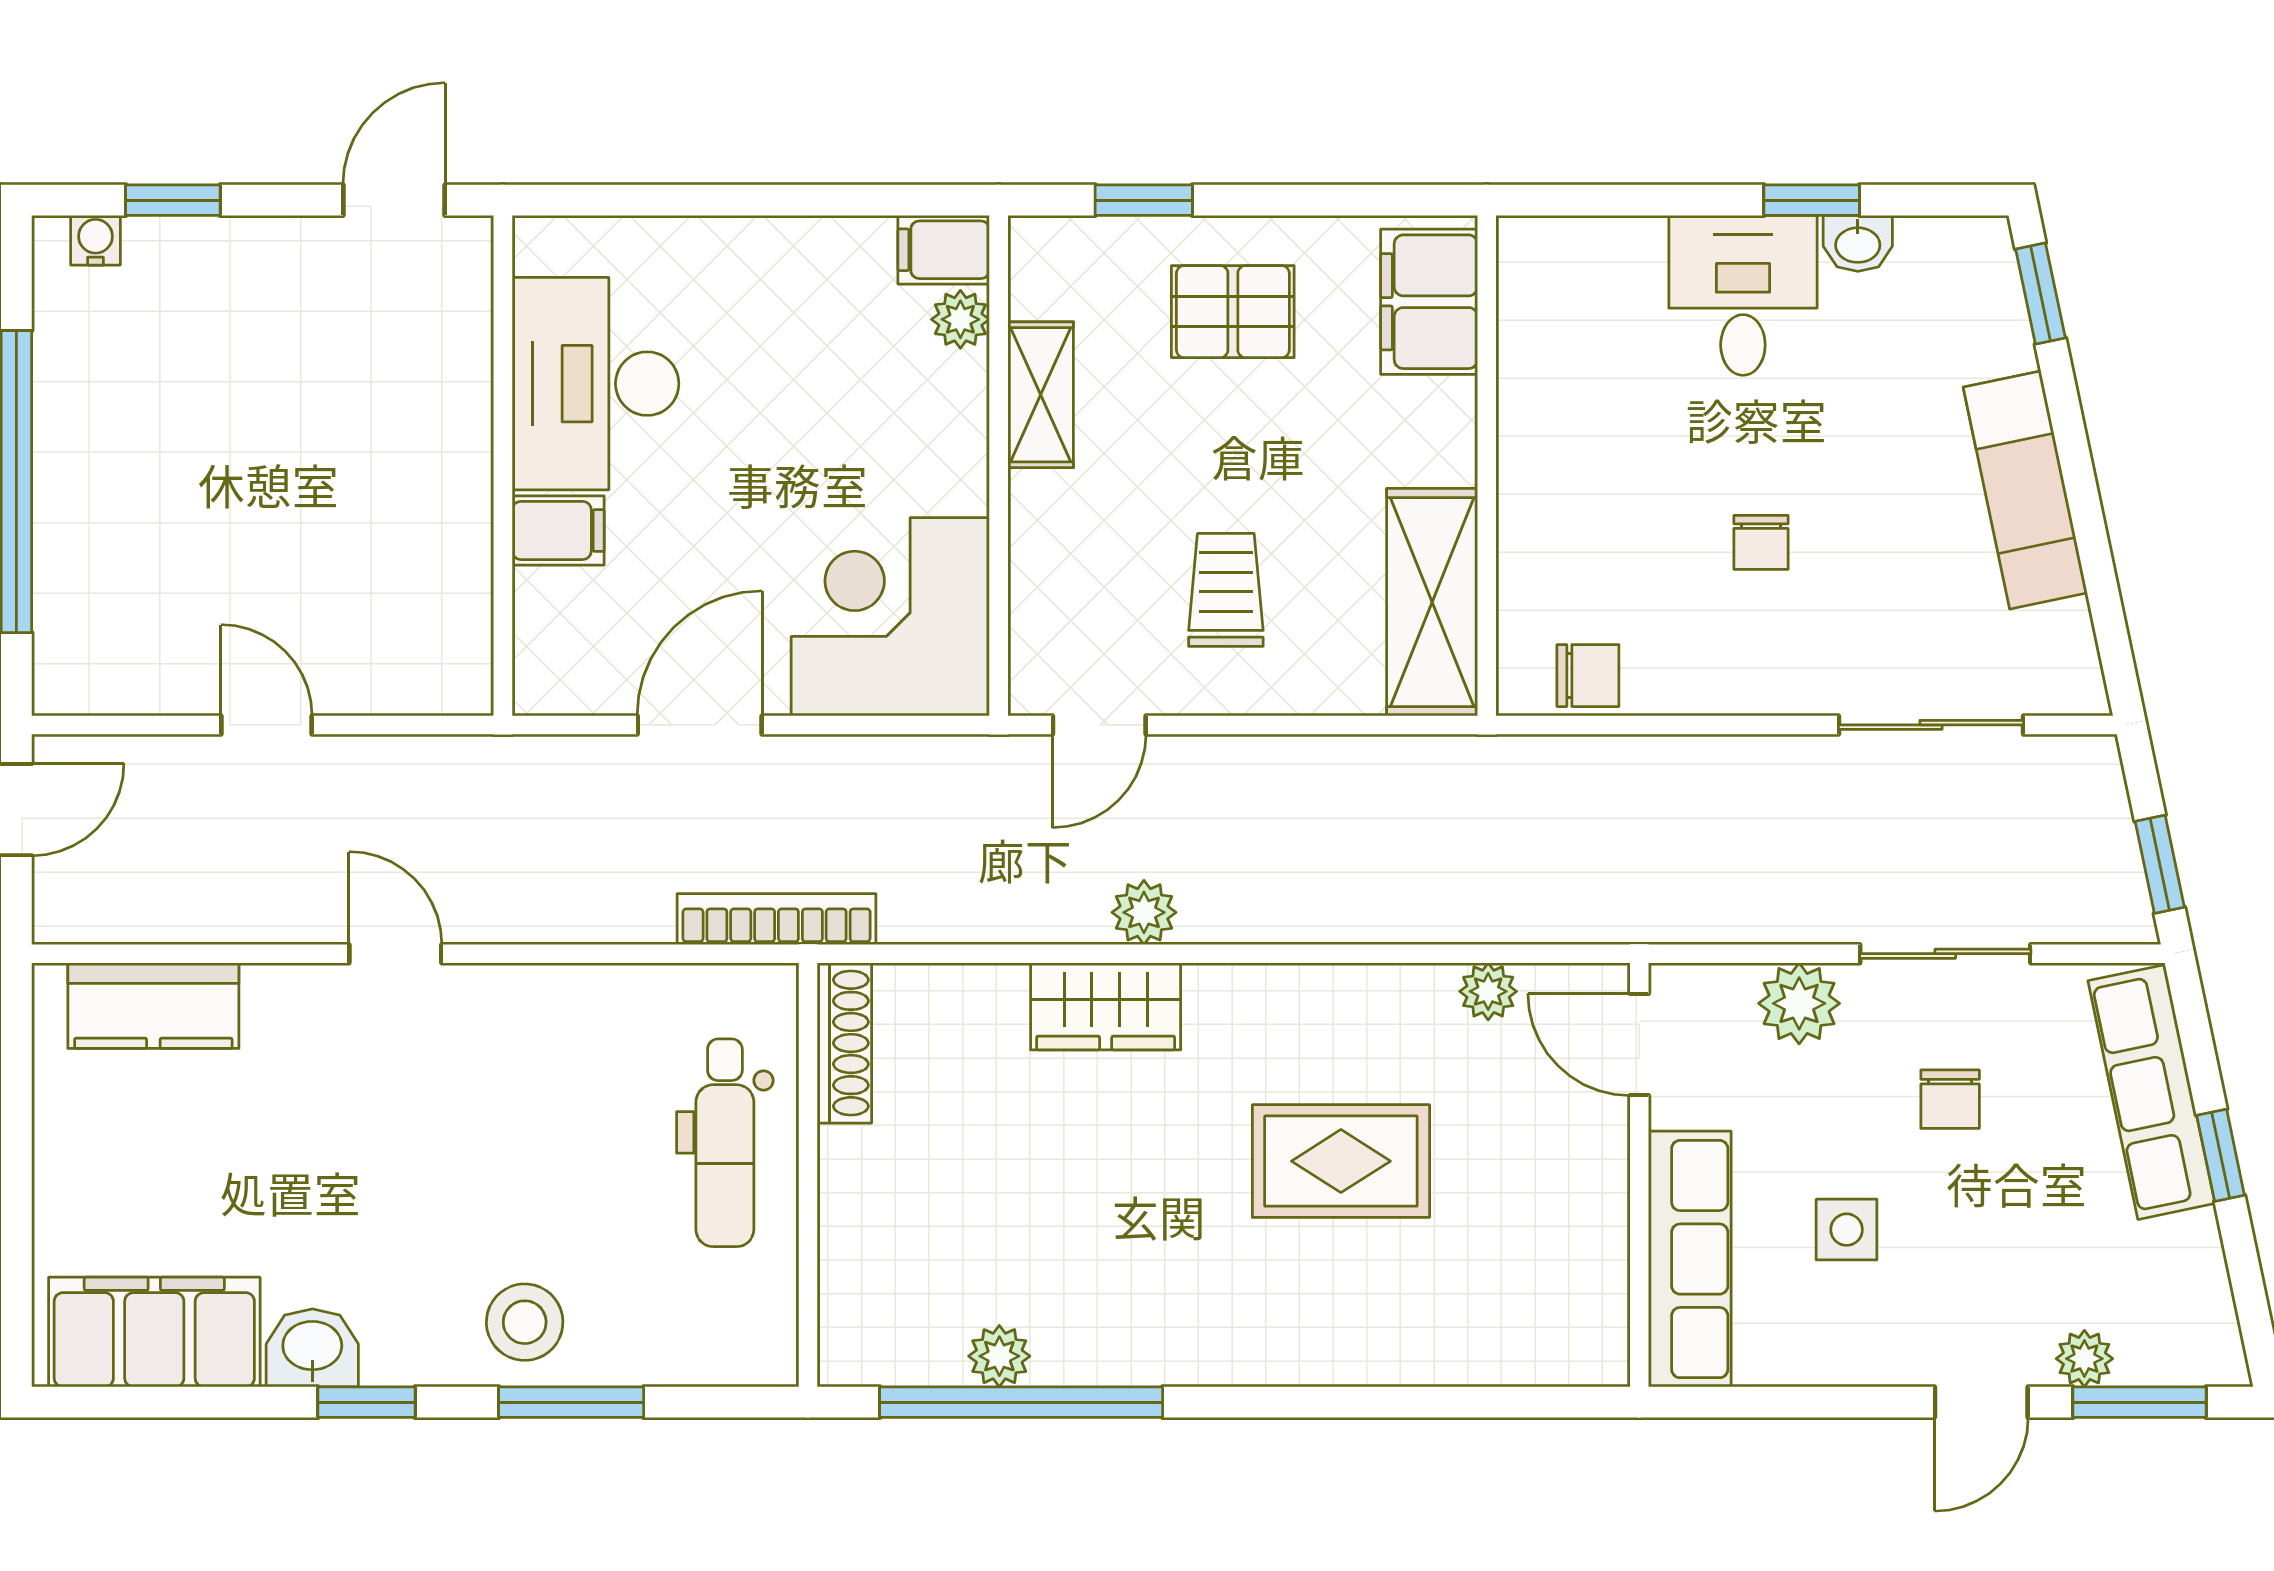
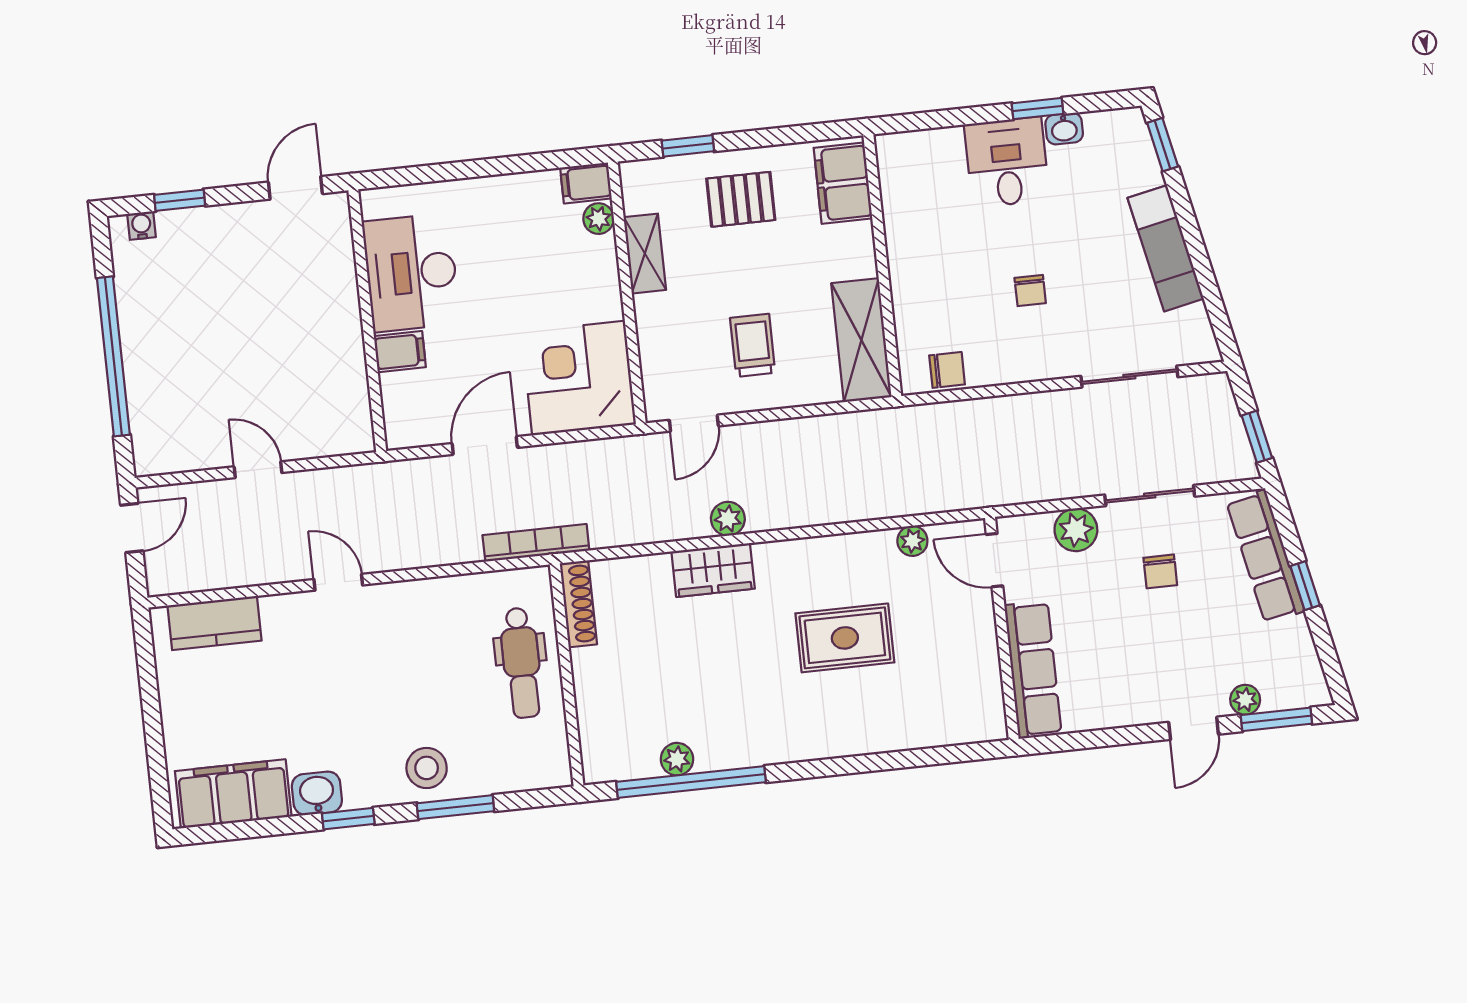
side table: (1847, 1230) -> (1113, 646), removed

